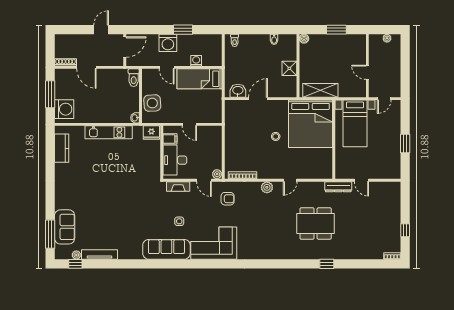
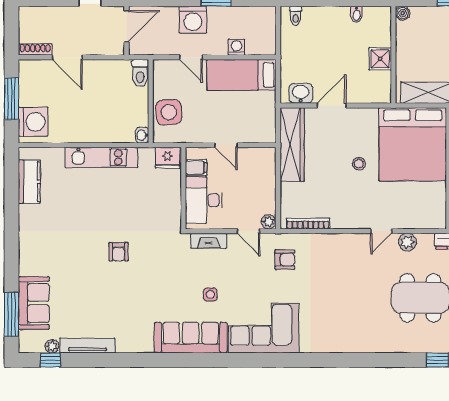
wardrobe: (232, 124) -> (292, 145), added
plant: (267, 187) -> (407, 242), moved
armchair: (120, 194) -> (119, 252), added

